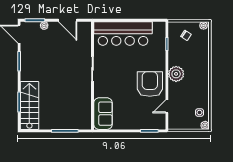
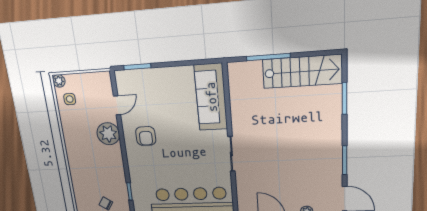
plant: (176, 74) -> (108, 134), moved
armchair: (150, 84) -> (146, 136), width x0.53, depth x0.53
stairs: (29, 105) -> (302, 71), moved, turned -90
sofa: (103, 114) -> (211, 97), width x1.36

